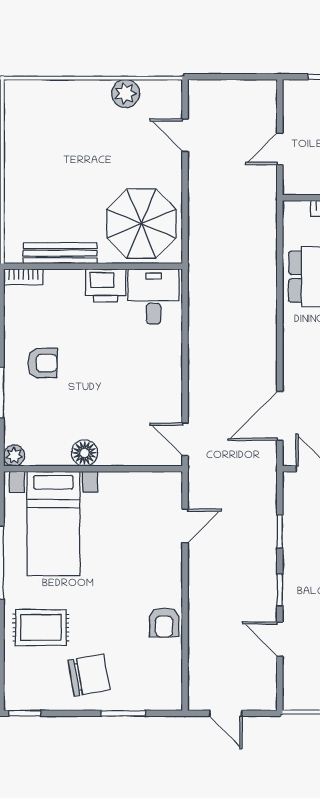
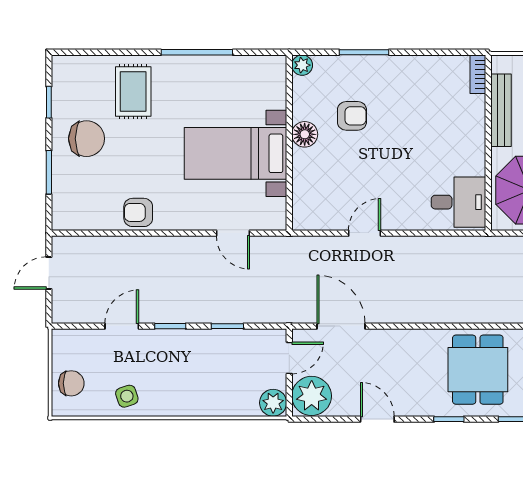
printer: (106, 285) -> (469, 155), removed
armchair: (42, 363) -> (352, 116), moved, turned -90
door: (185, 439) -> (365, 233), moved
bed with nightstands: (53, 523) -> (235, 153), moved
chair: (89, 675) -> (87, 139), turned -80
window: (25, 713) -> (49, 102), moved

